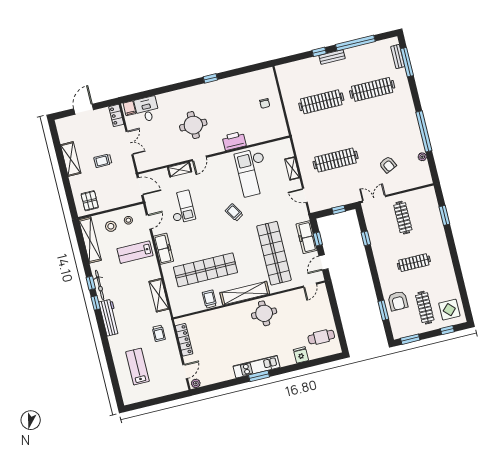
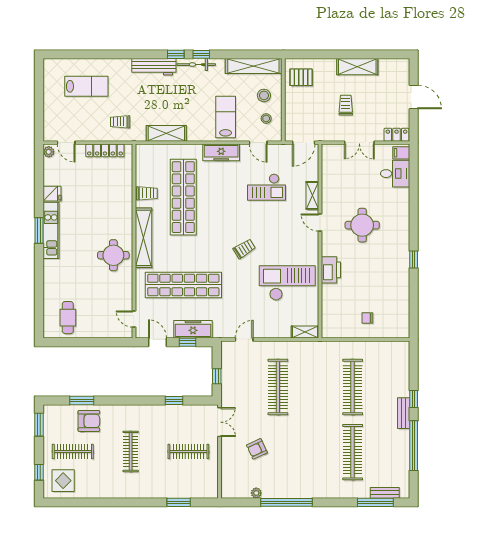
shelving: (292, 168) -> (305, 332), moved
armchair: (398, 301) -> (89, 421), turned 180
fridge: (301, 355) -> (52, 194), moved

